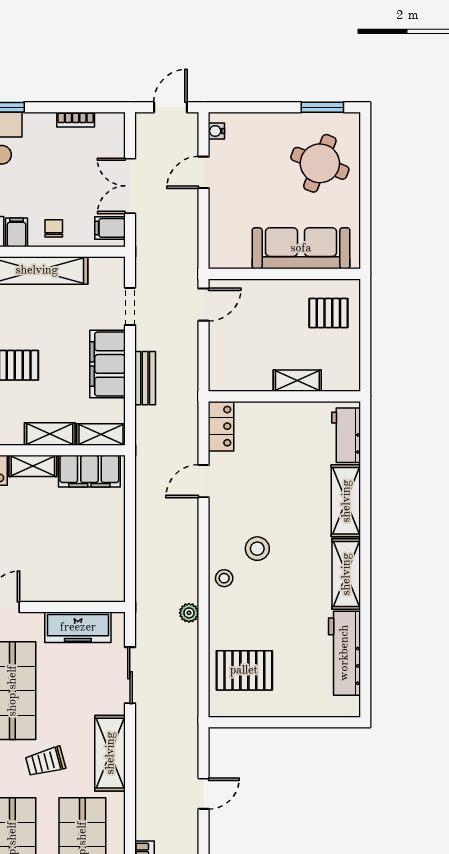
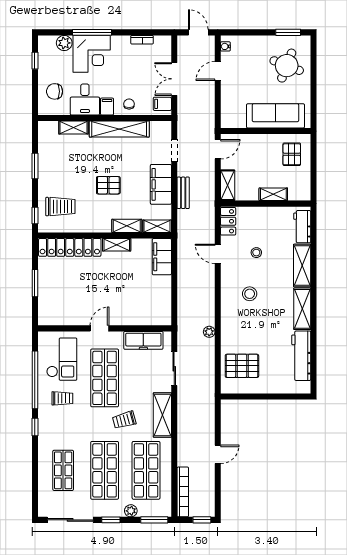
door: (170, 107) -> (198, 32), hinge flipped
pallet: (328, 313) -> (292, 154), turned 90
shelving: (220, 365) -> (228, 185), added
filing cabinet: (89, 471) -> (162, 257), moved, turned 90
door: (203, 481) -> (218, 254), hinge flipped
stool: (224, 578) -> (256, 253), moved
door: (203, 794) -> (218, 454), moved

